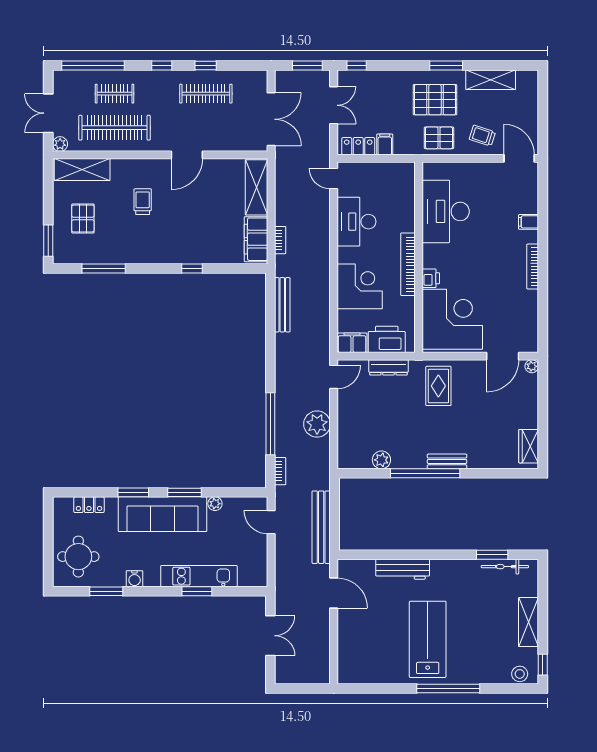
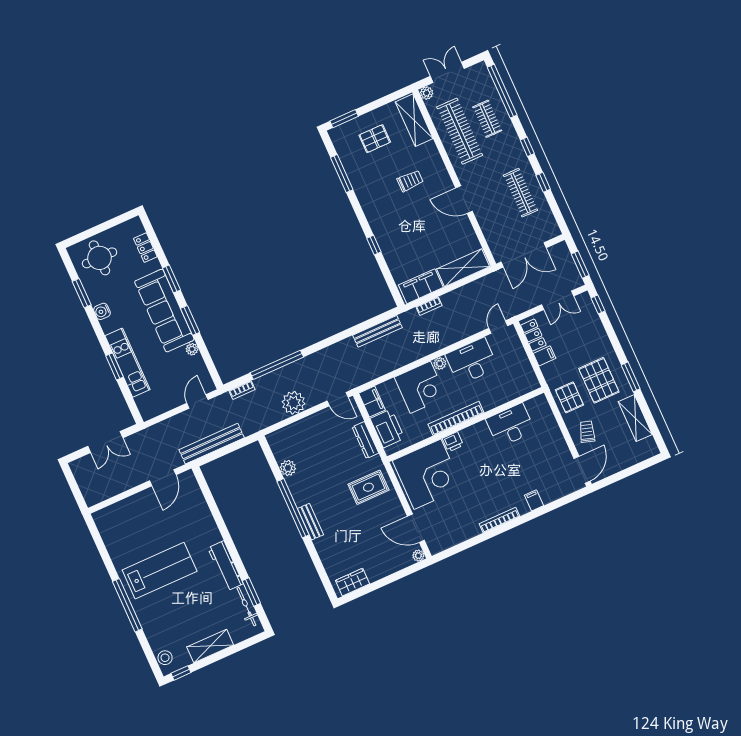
desk: (446, 211) -> (510, 425), width x0.73, depth x0.77
plant: (344, 255) -> (440, 363), added
workbench: (403, 569) -> (226, 566), moved

